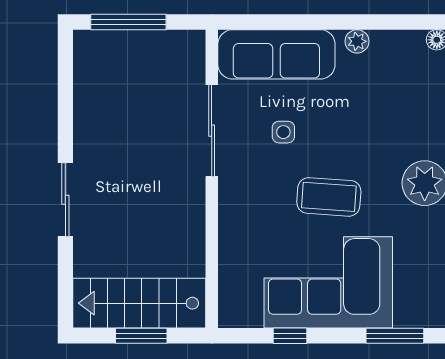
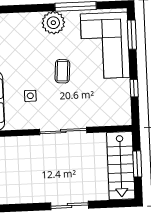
sliding door: (212, 131) -> (63, 131), moved
coffee table: (329, 197) -> (62, 71), width x0.73, depth x0.77
corner sofa: (328, 282) -> (105, 46), moved

